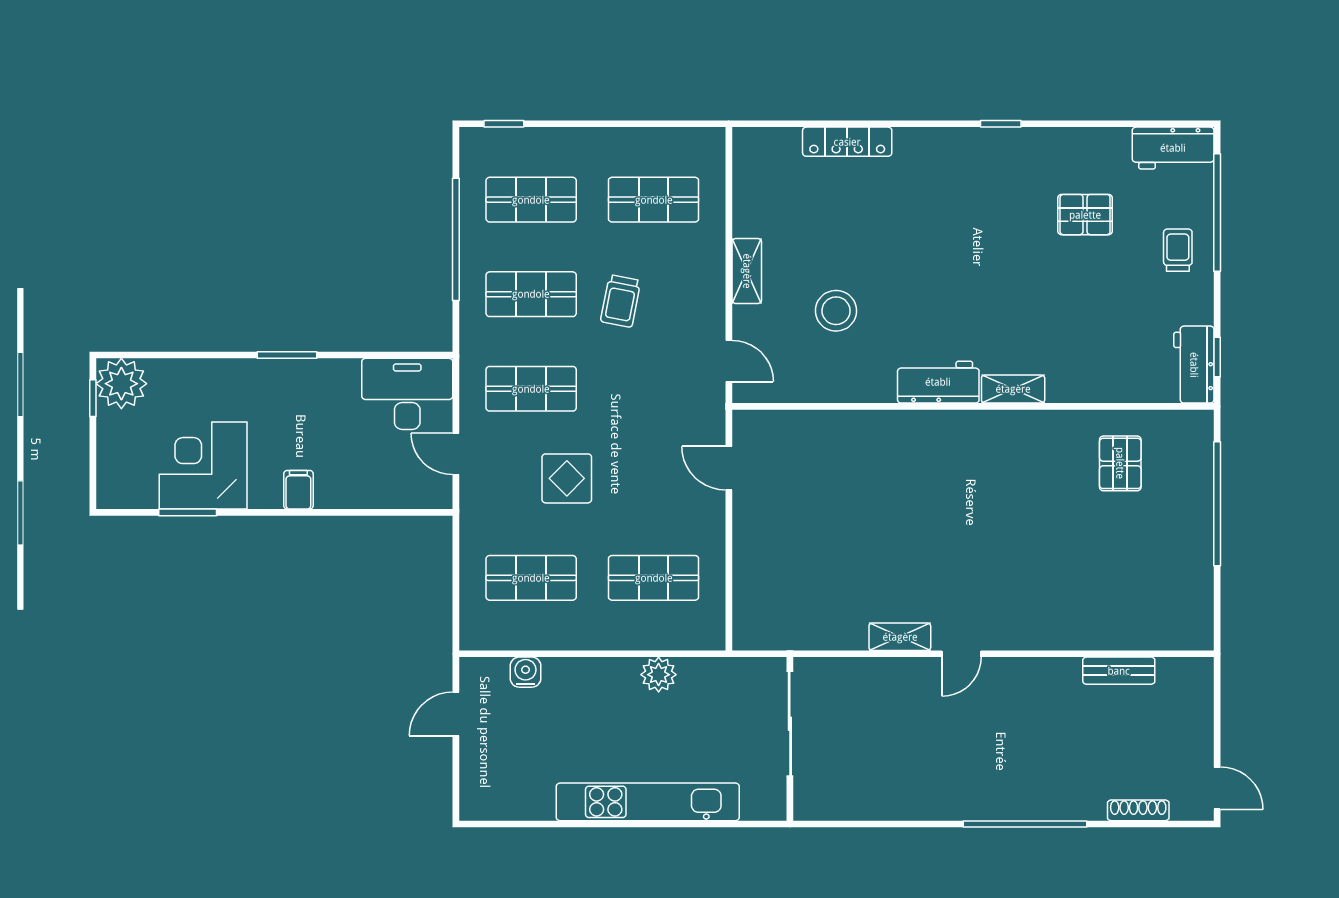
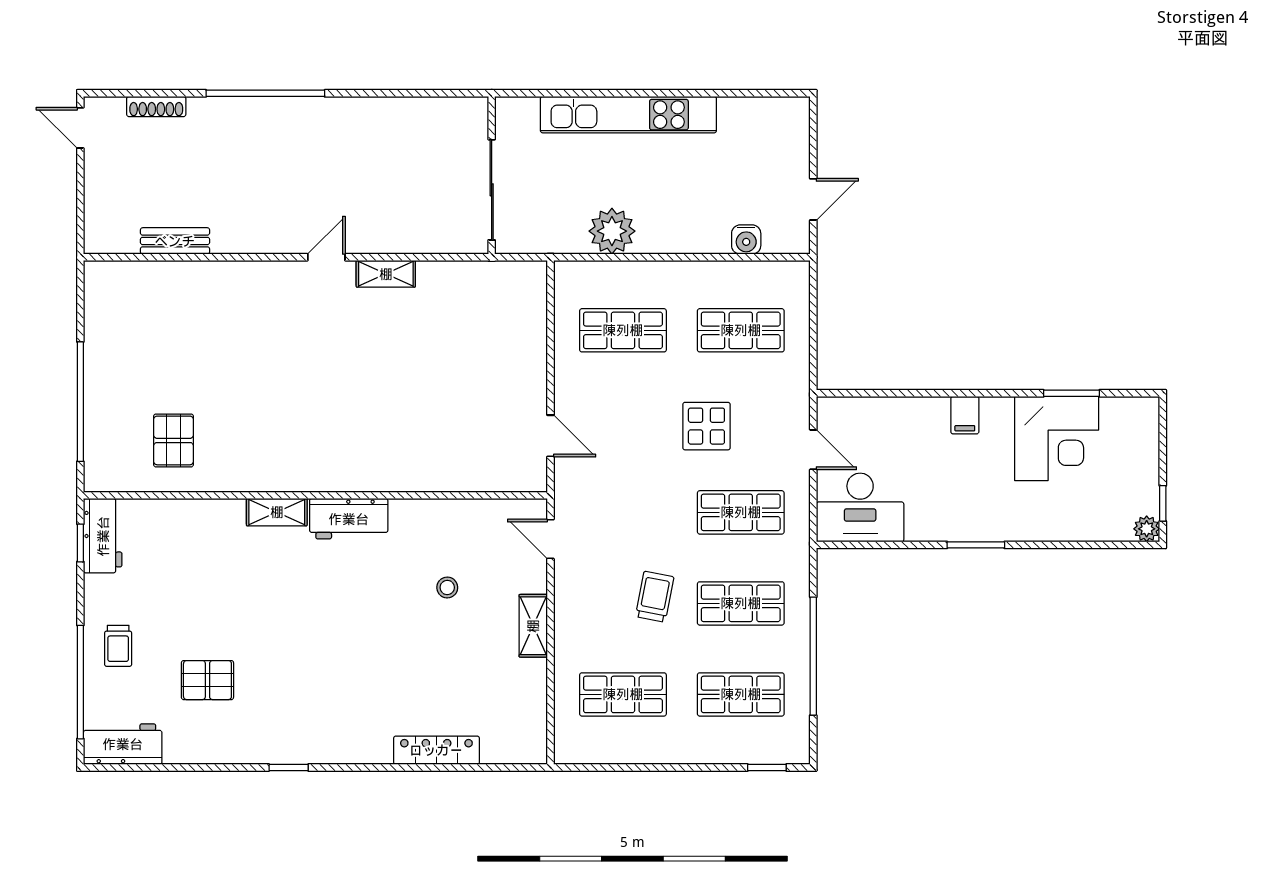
stool: (836, 311) -> (447, 587), width x0.53, depth x0.53
plant: (121, 384) -> (1147, 529), width x0.53, depth x0.53
plant: (659, 675) -> (612, 231), width x1.36, depth x1.36

